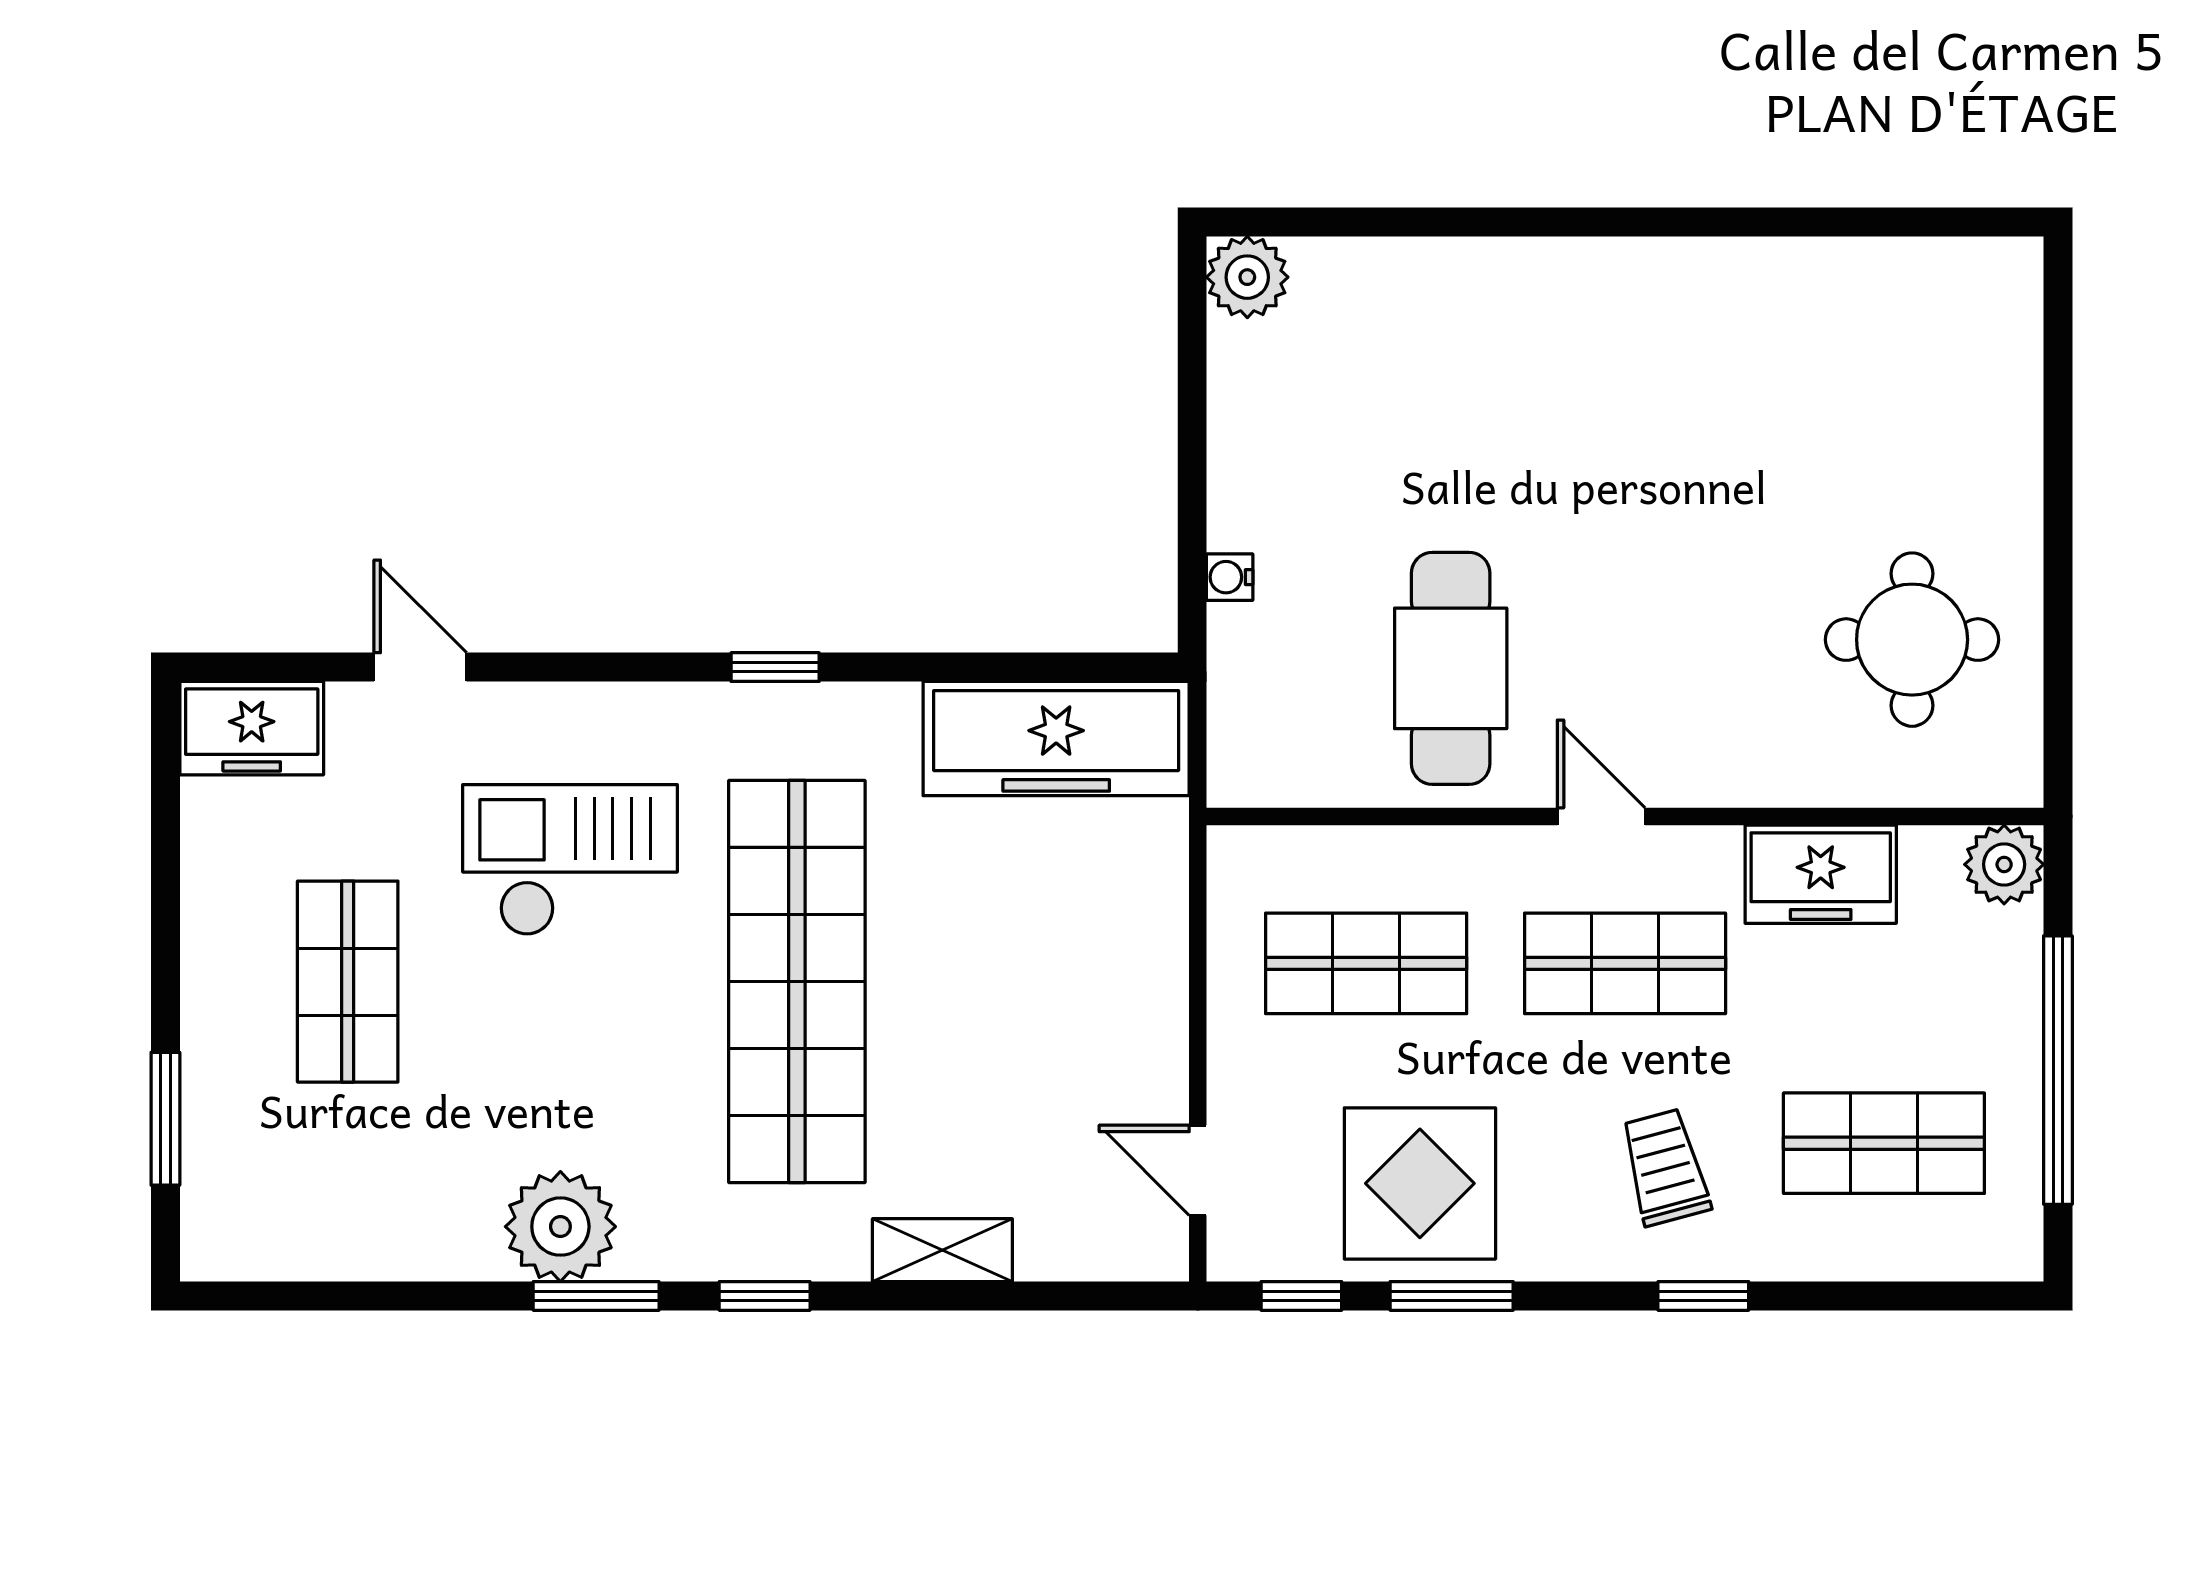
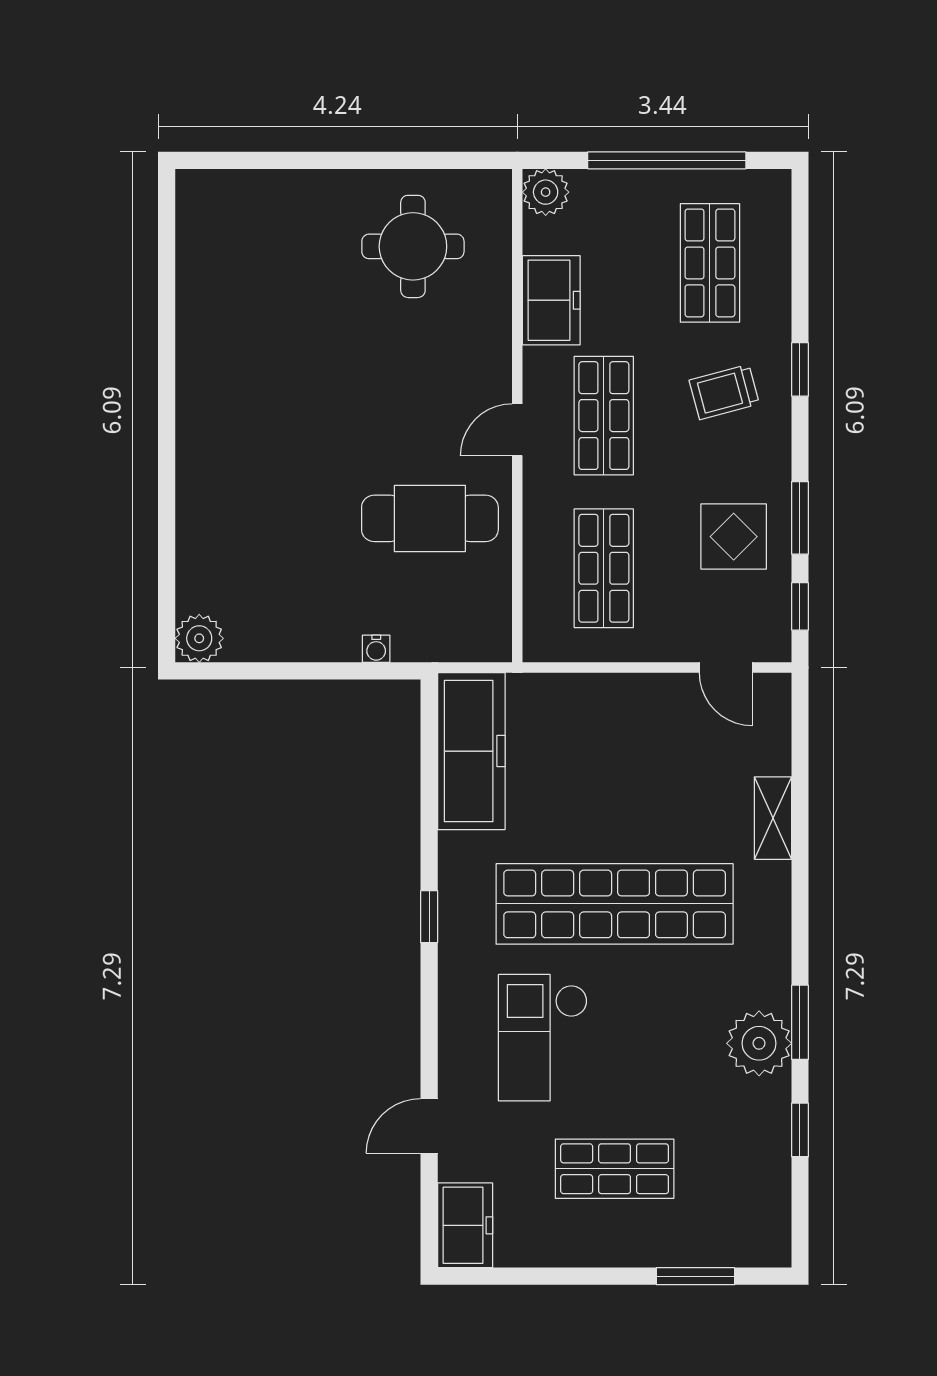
door: (1198, 1170) -> (726, 667), hinge flipped
display table: (1420, 1183) -> (734, 537), width x0.73, depth x0.73
window: (765, 1296) -> (800, 1130), moved

